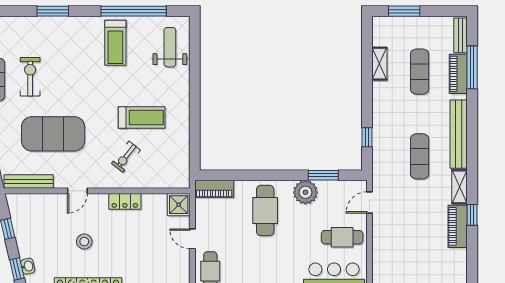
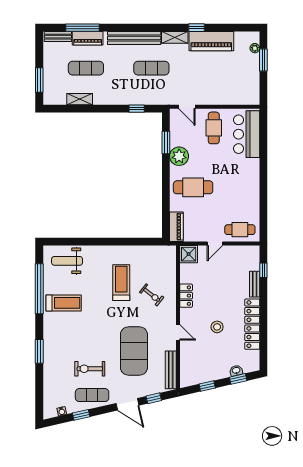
piano: (458, 226) -> (211, 41), width x1.37, depth x1.33

